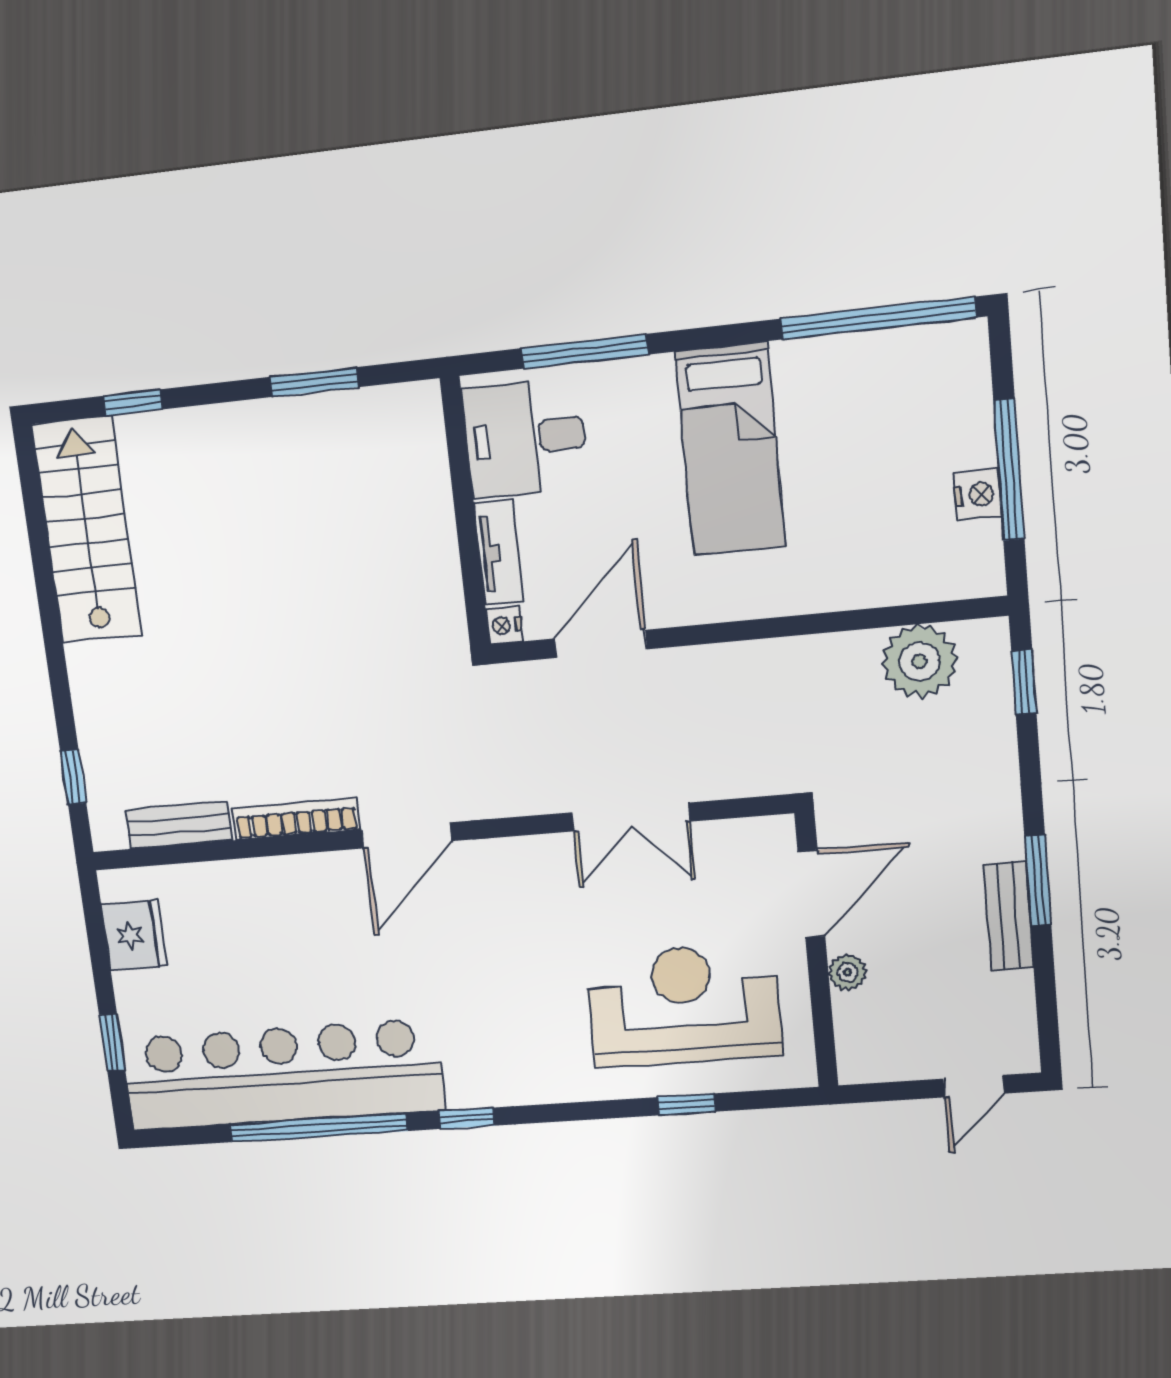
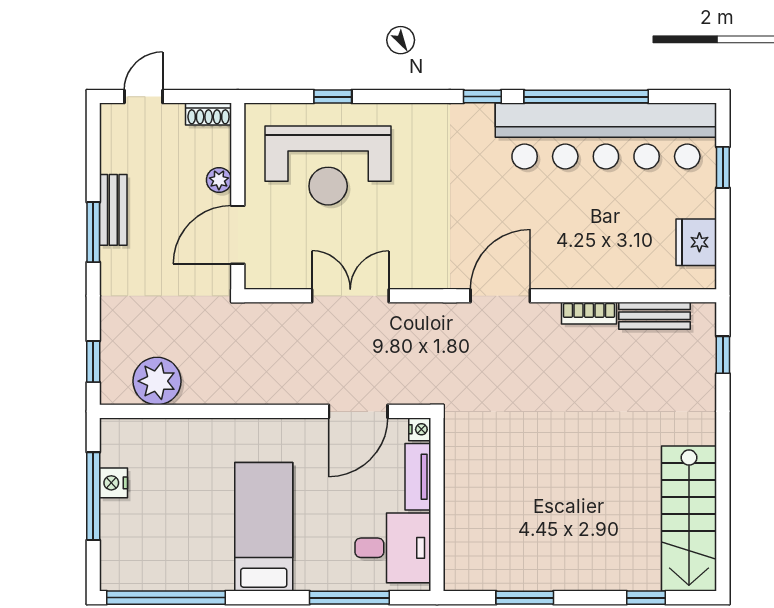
bookcase: (296, 819) -> (589, 313), width x0.64
shoe rack: (872, 1067) -> (209, 114), added

